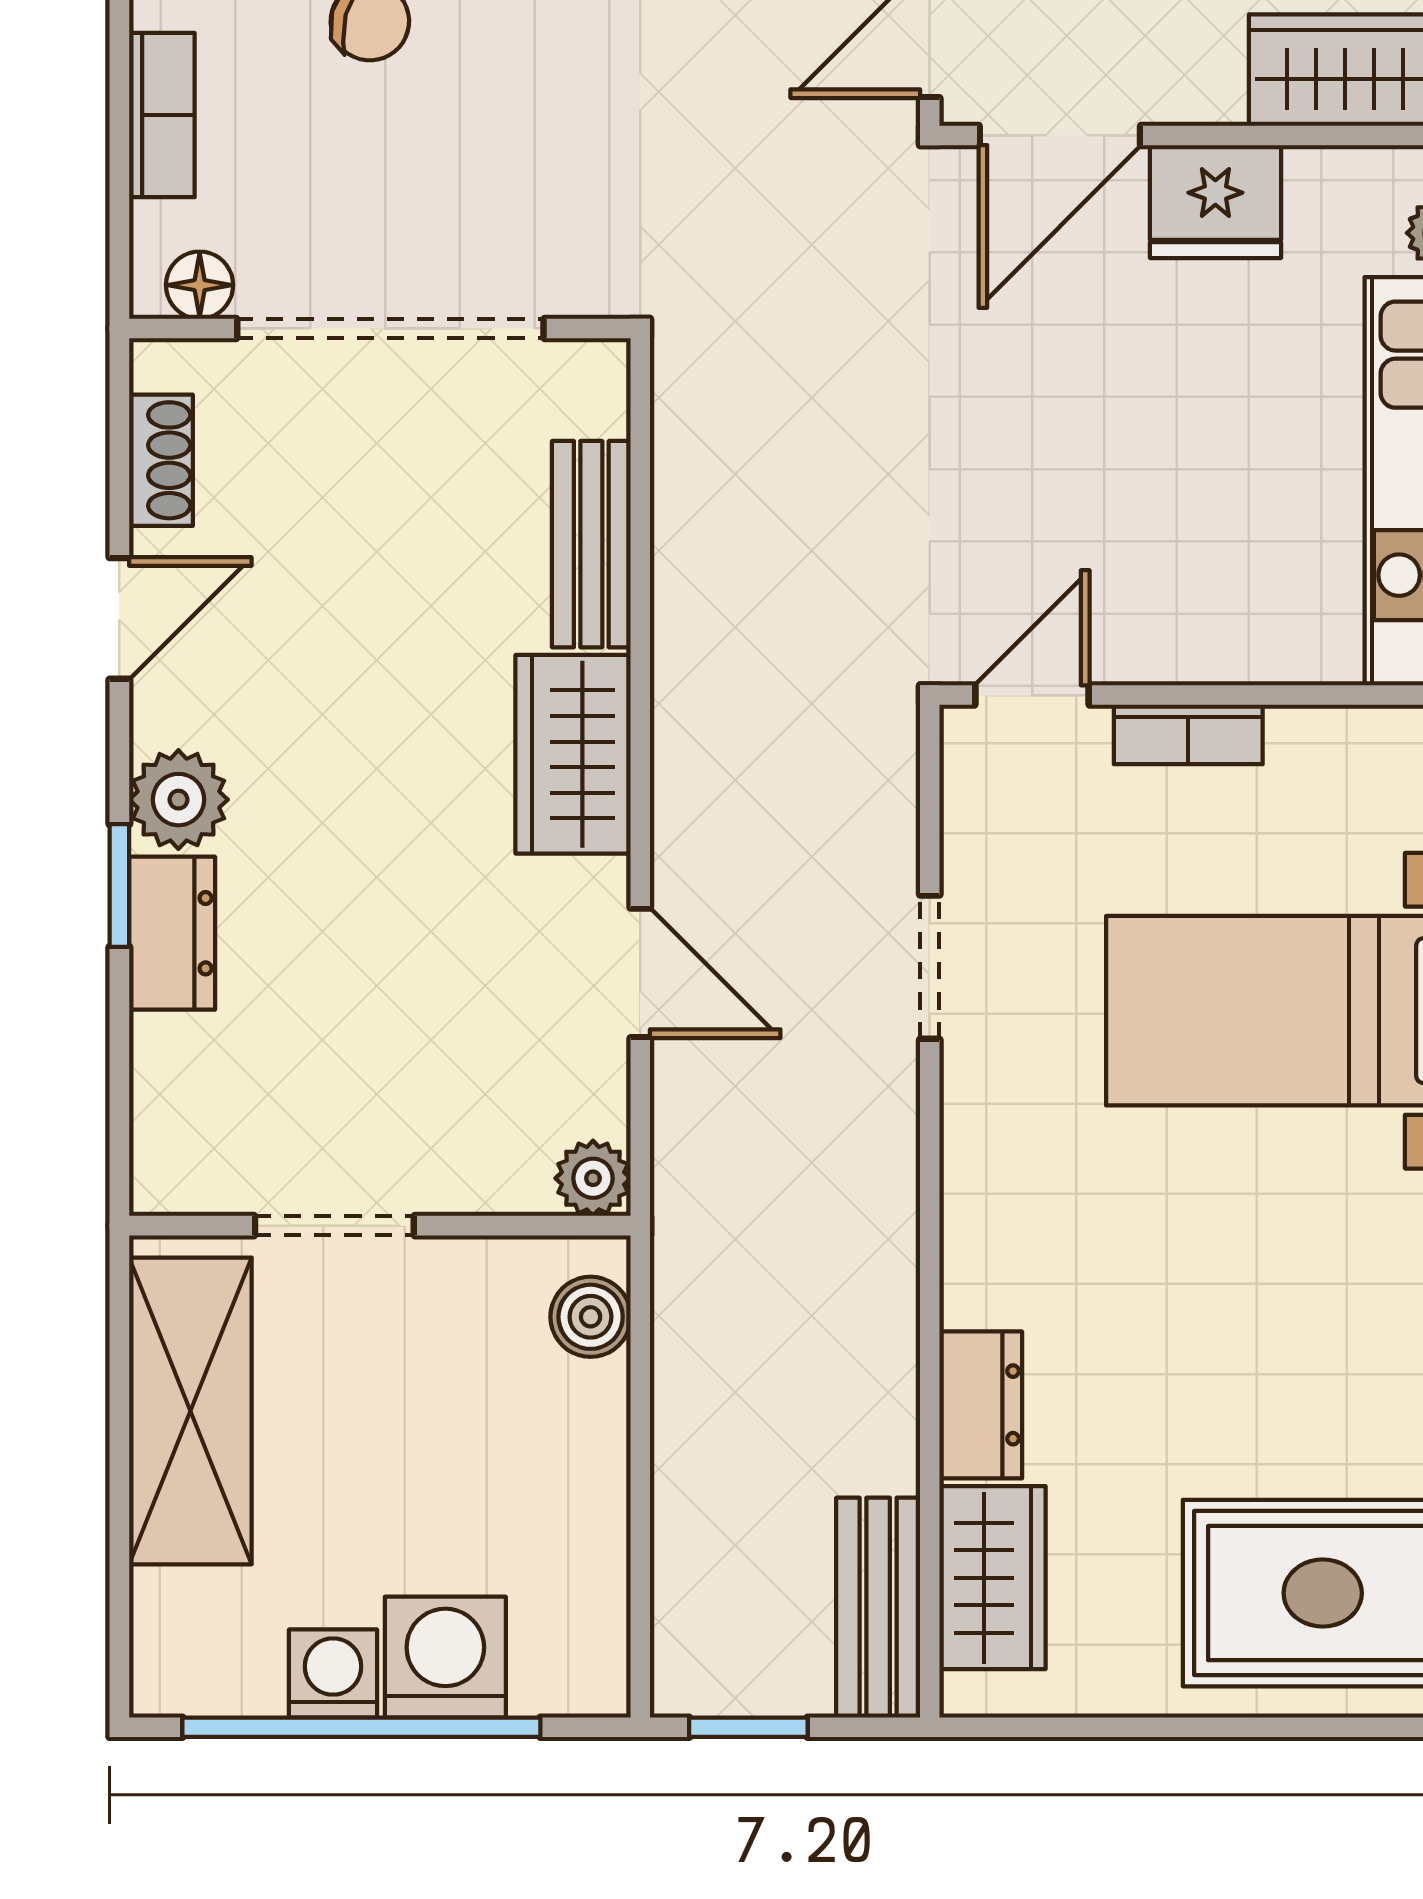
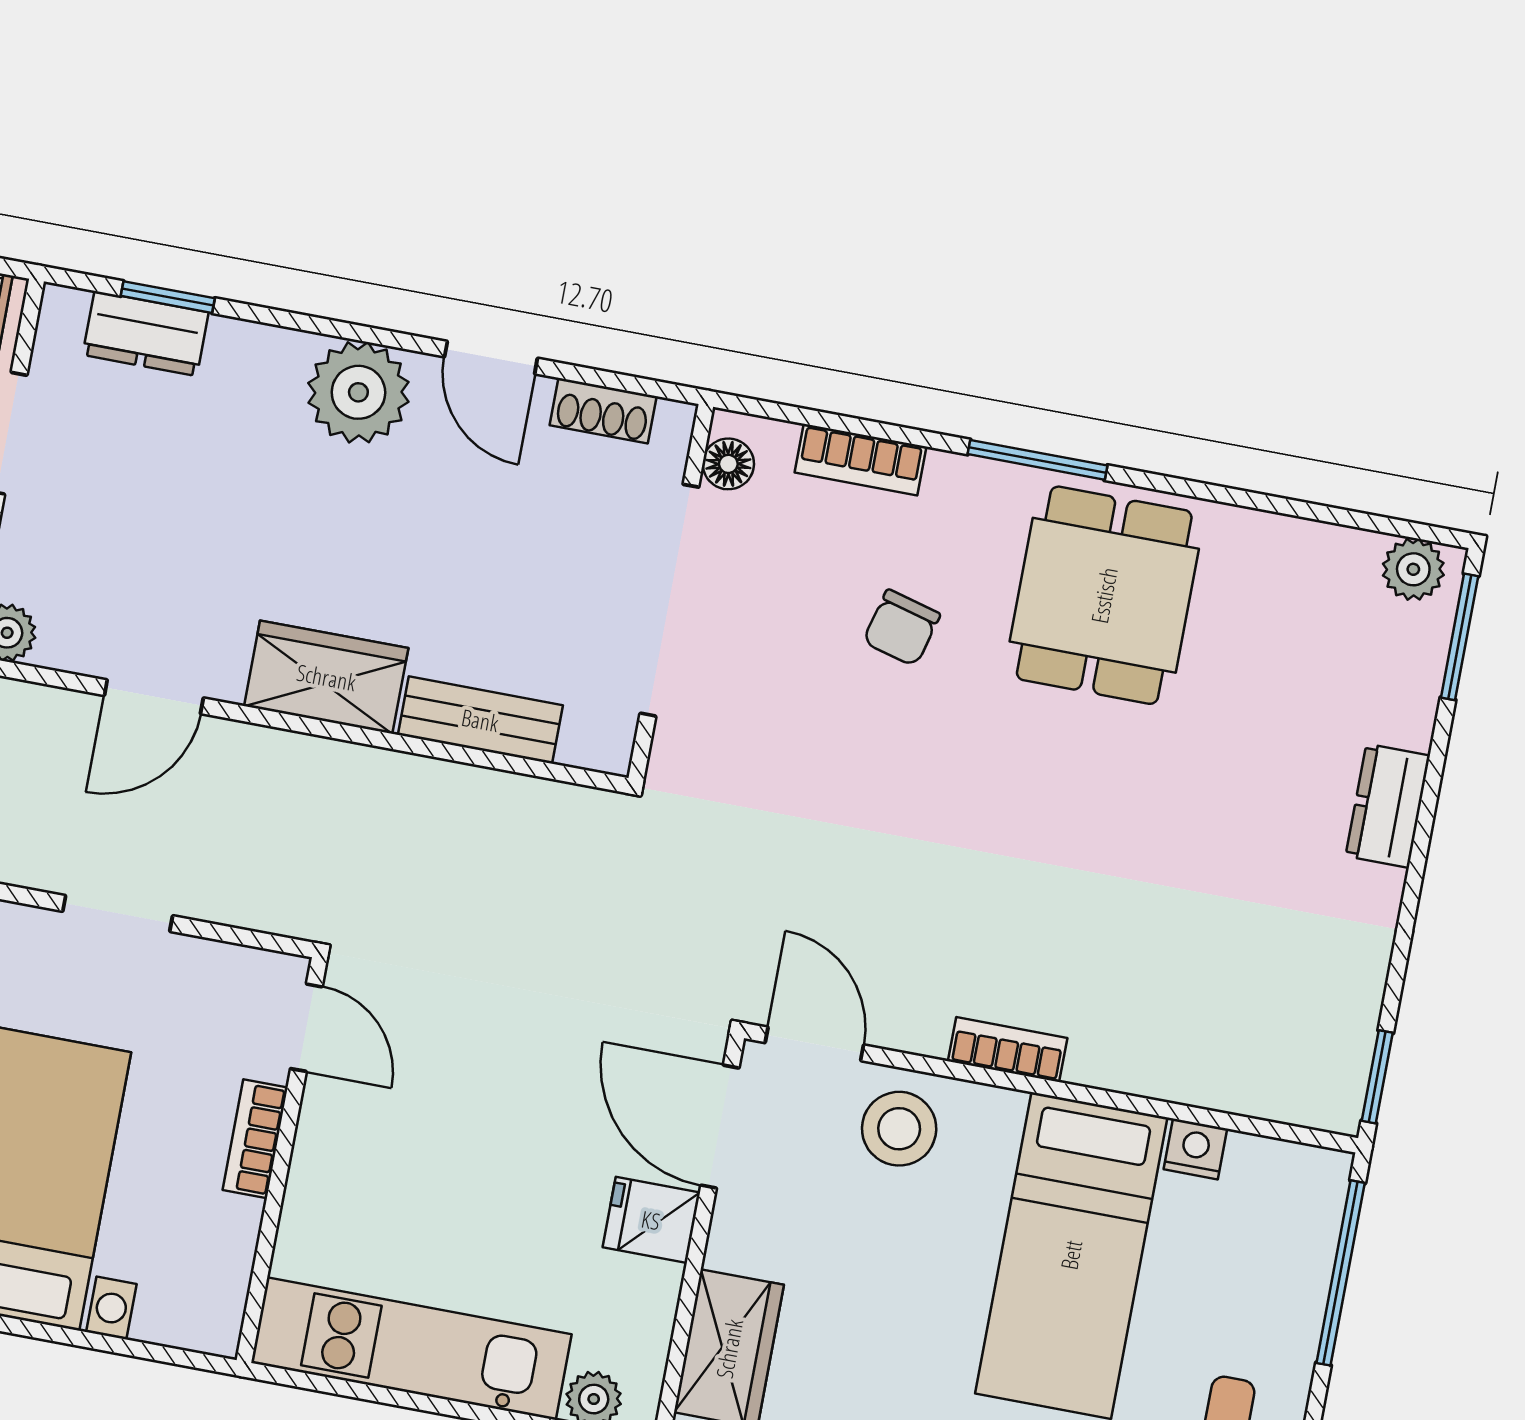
fridge: (1215, 202) -> (651, 1220), width x0.72
plant: (178, 800) -> (358, 392), width x1.36, depth x1.36
window: (119, 885) -> (168, 297), moved
dresser: (172, 933) -> (146, 334), moved

